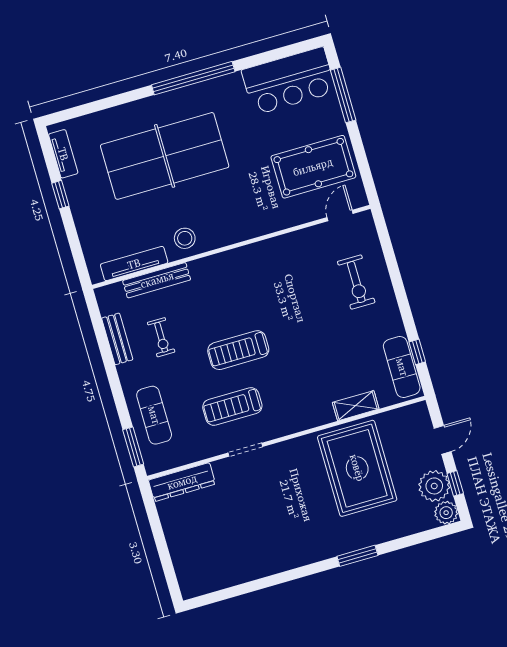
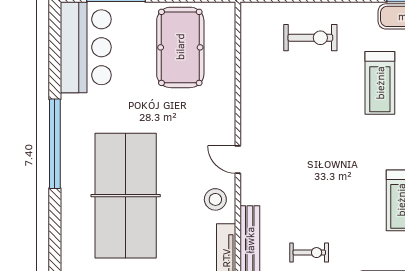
door: (340, 216) -> (238, 160), moved
treadmill: (238, 350) -> (380, 83), moved

